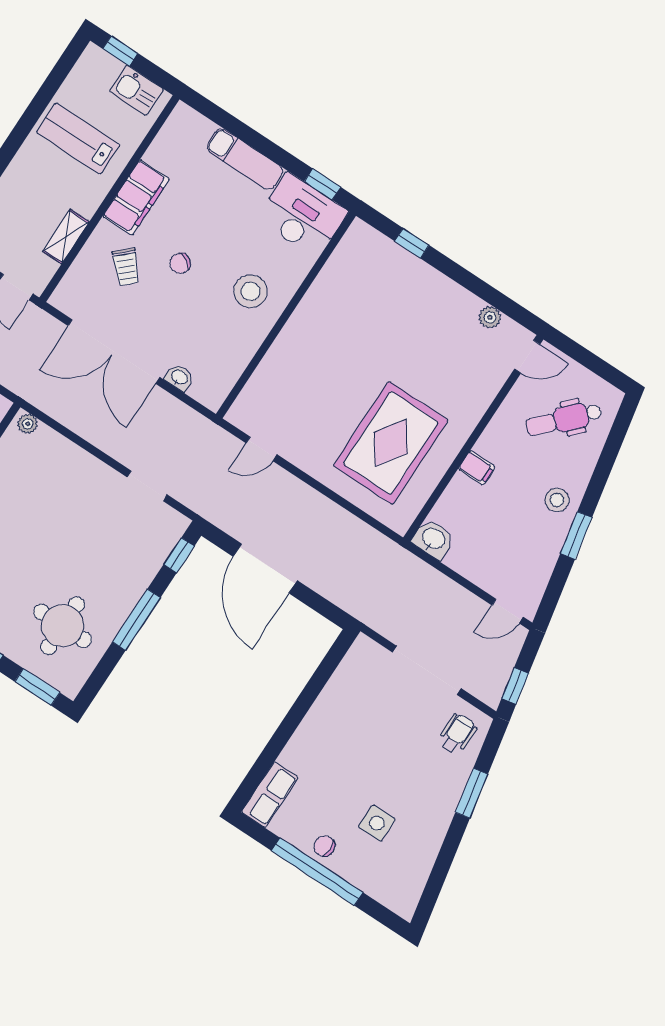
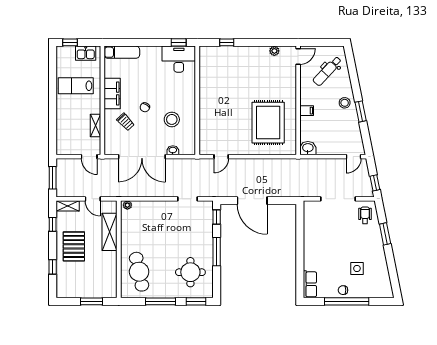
exam couch: (245, 159) -> (122, 52), moved
stool: (251, 291) -> (172, 119), moved

